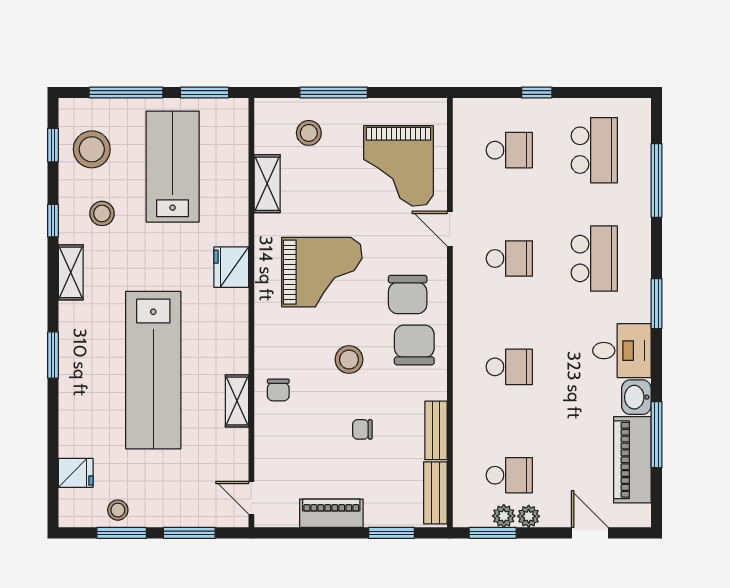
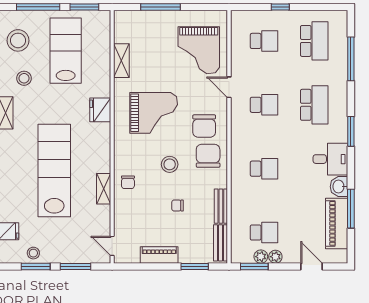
stool: (309, 133) -> (146, 31), removed
lab bench: (153, 370) -> (54, 171), turned 180

